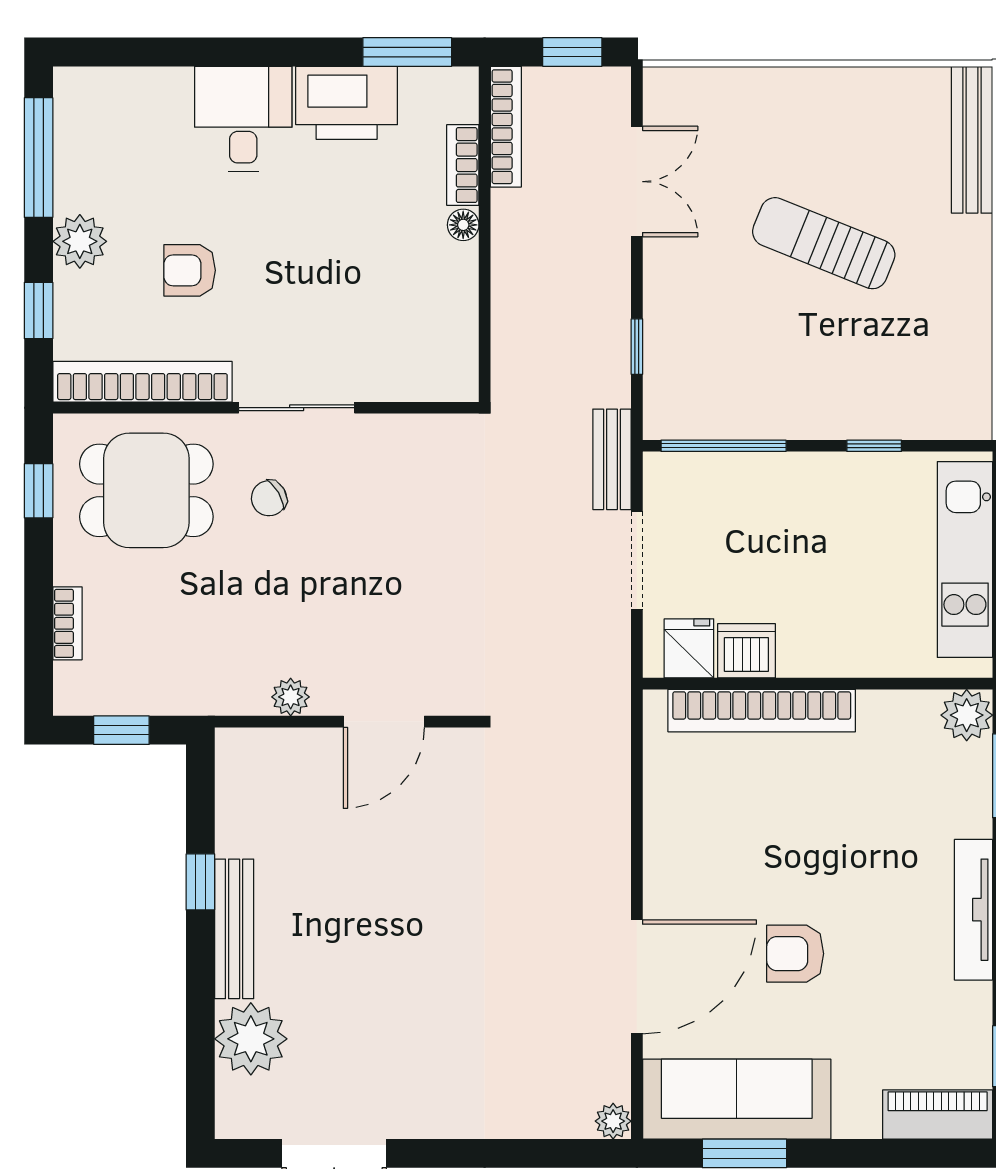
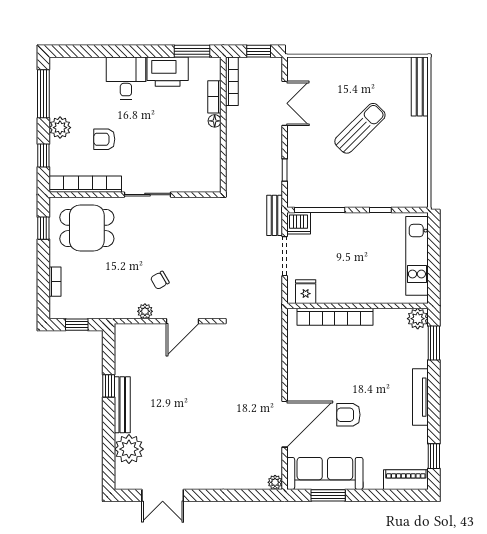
sun lounger: (824, 243) -> (360, 128), turned 113
chair: (269, 498) -> (160, 280), moved
dishwasher: (746, 651) -> (299, 223), moved, turned 180

